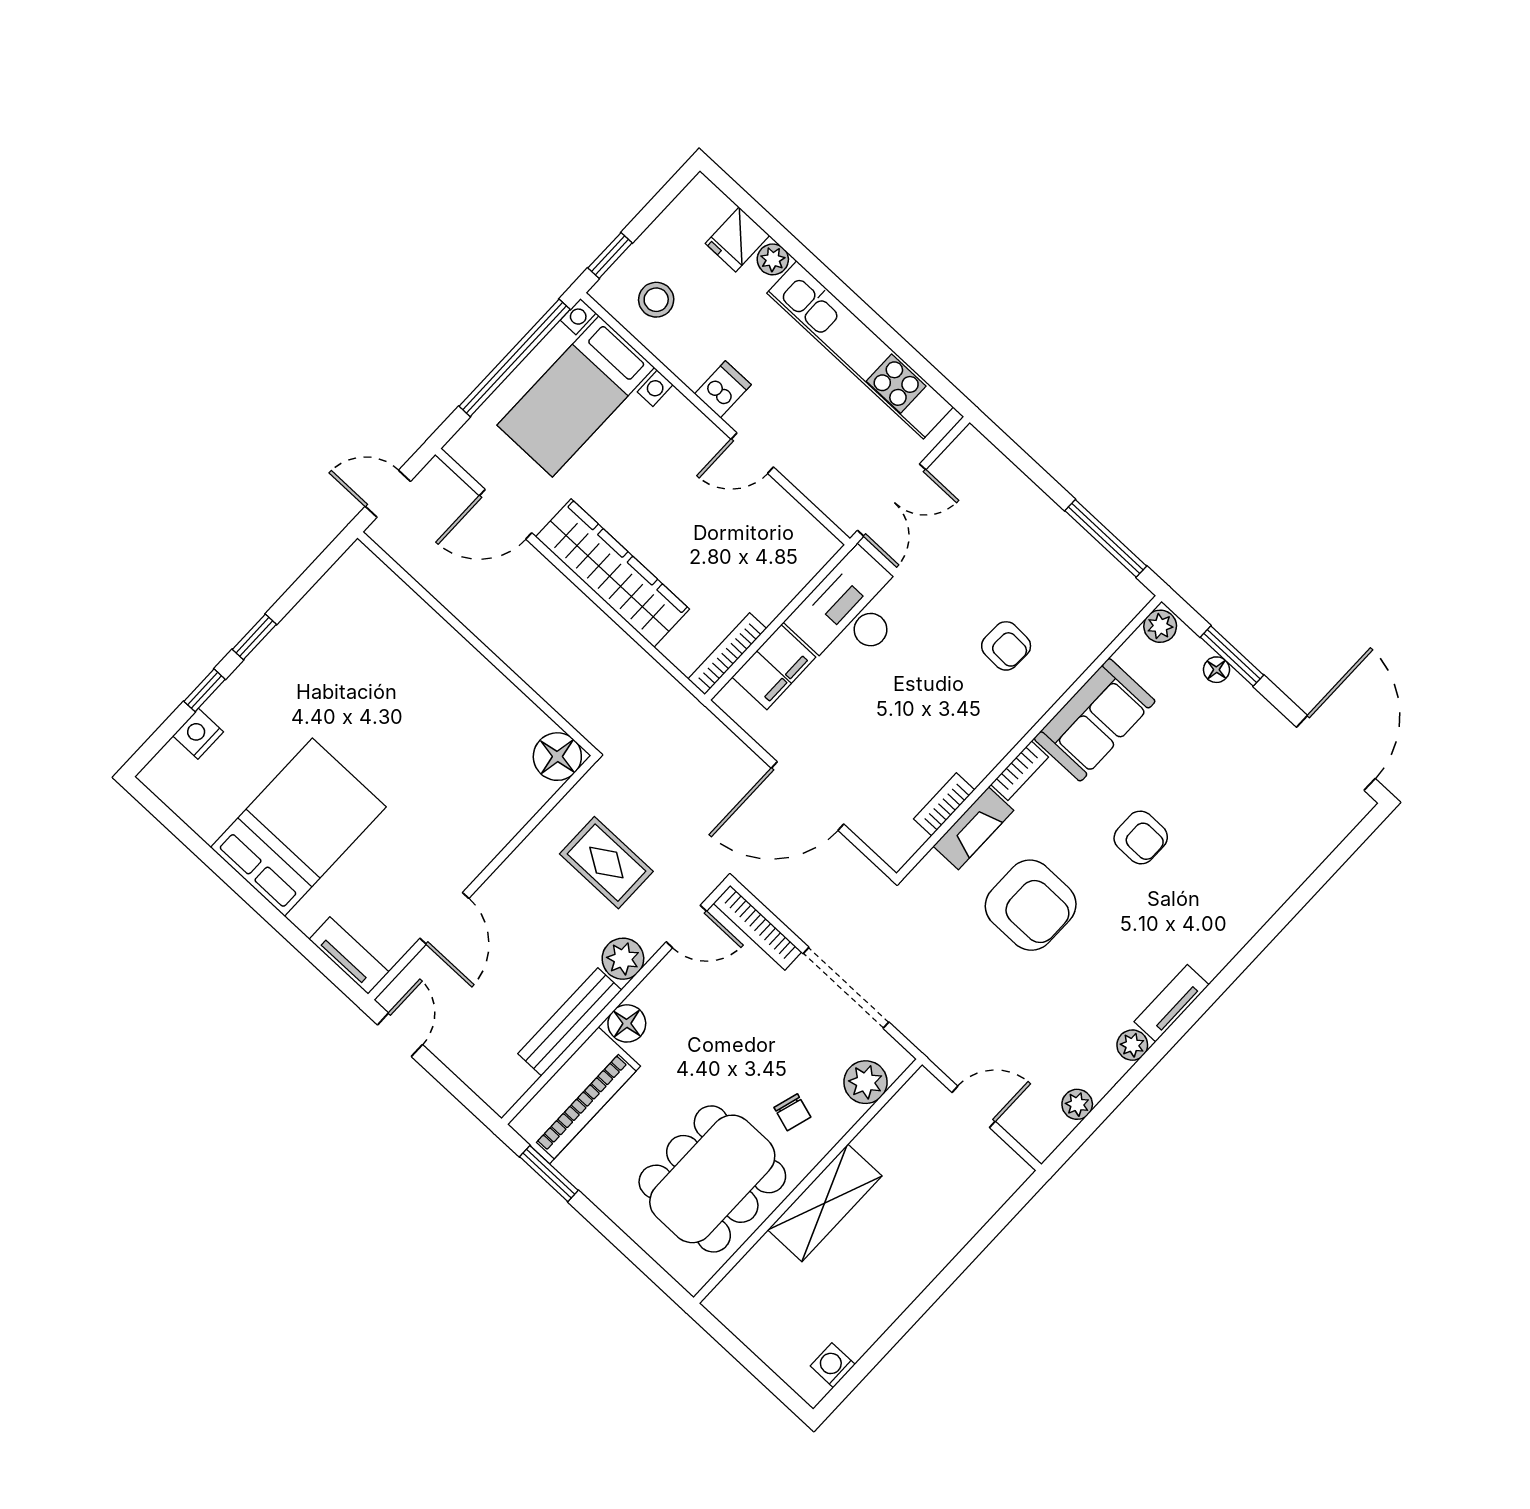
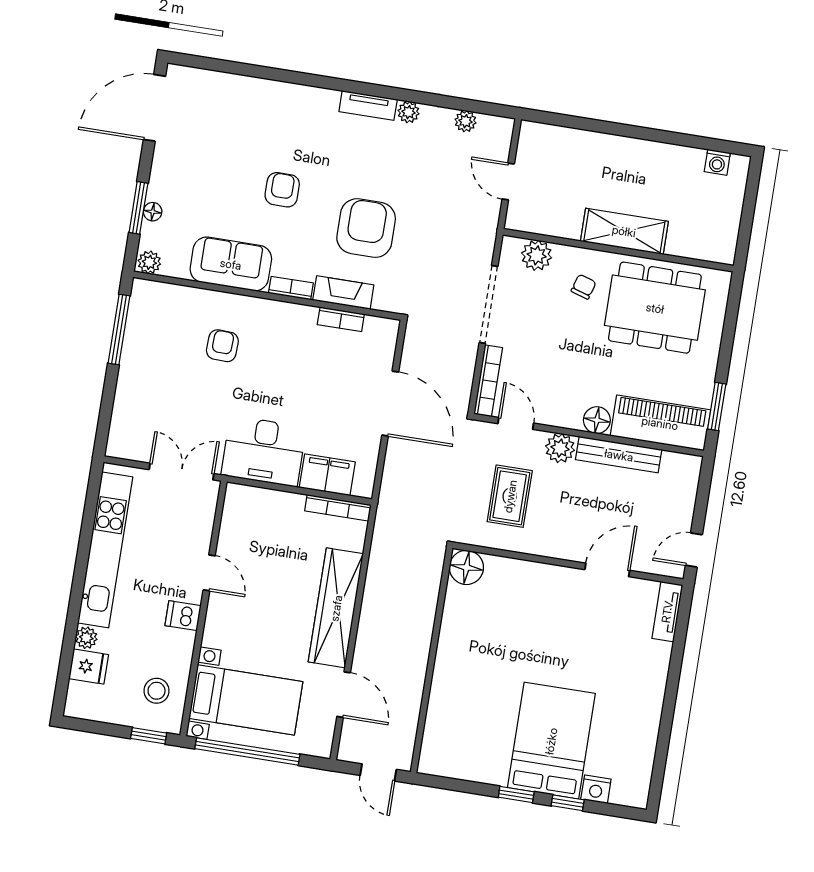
bed: (298, 827) -> (551, 741), moved, turned 90

